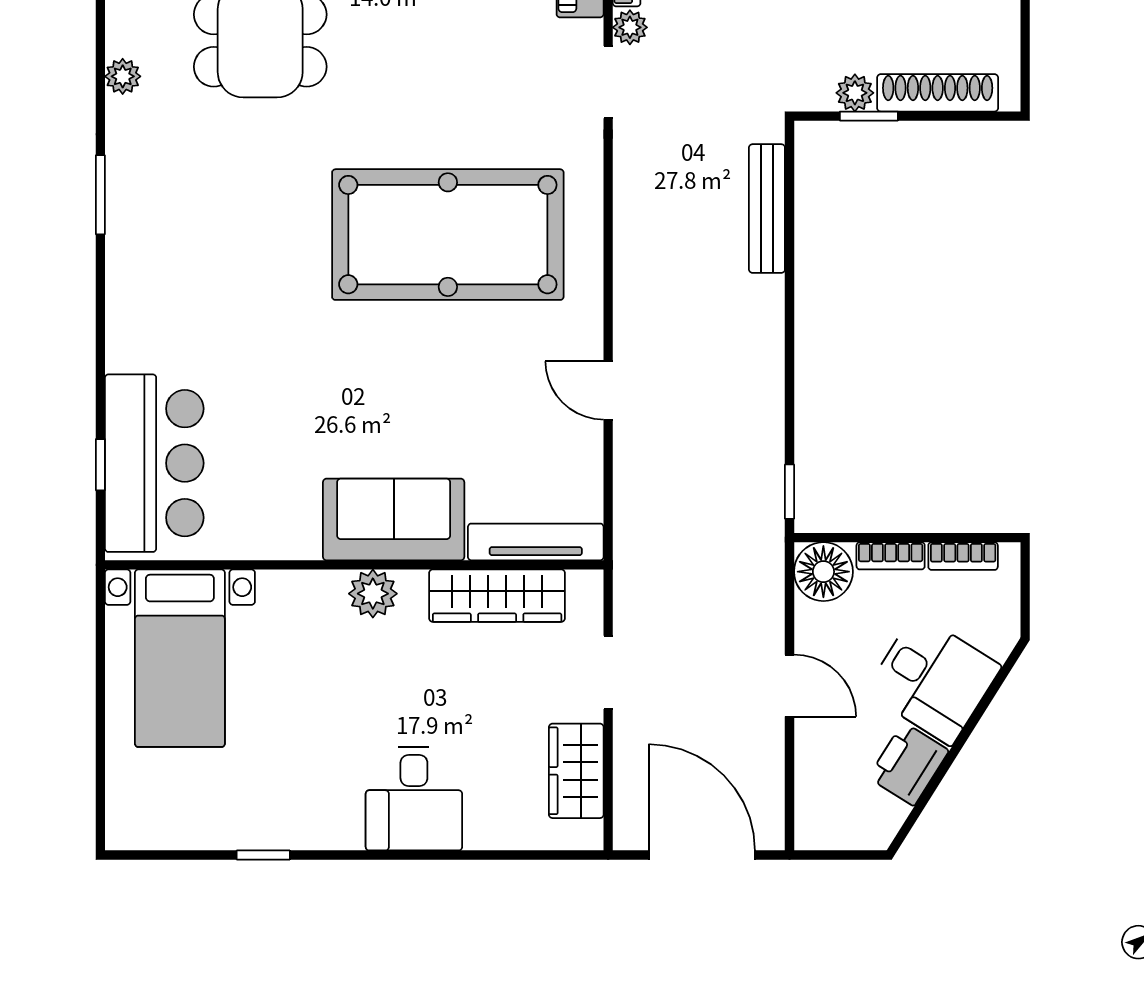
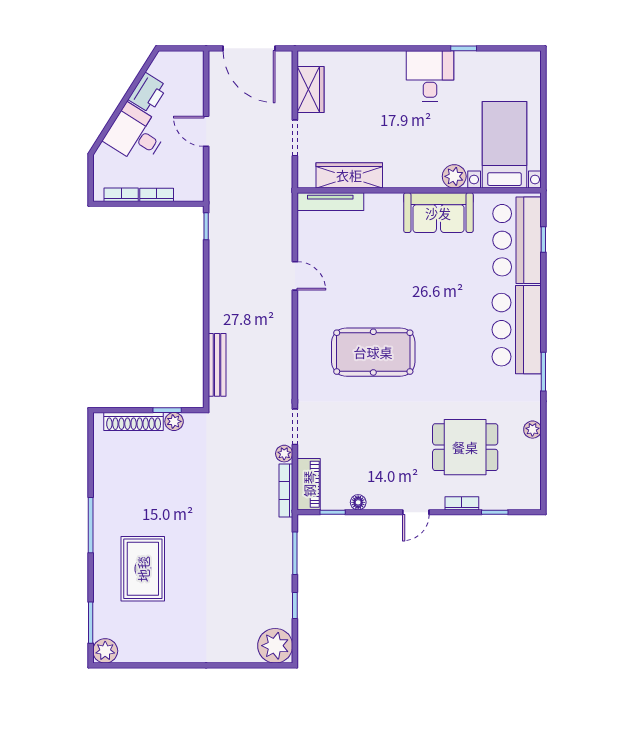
pool table: (448, 235) -> (373, 352), width x0.73, depth x0.76
bar counter: (155, 280) -> (517, 330), added
sofa: (394, 519) -> (438, 213), moved
floor lamp: (823, 572) -> (189, 187), removed
plant: (373, 594) -> (454, 176), moved
desk: (414, 799) -> (430, 76), moved

